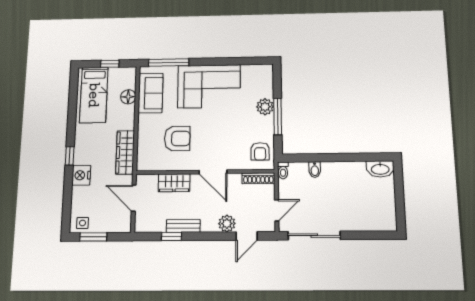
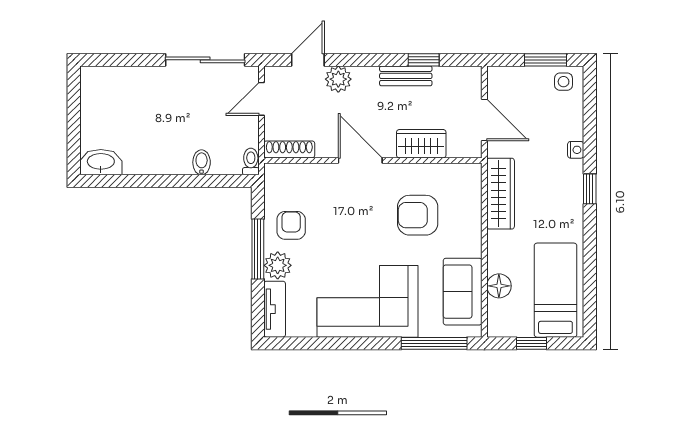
tv unit: (267, 81) -> (275, 309), added
armchair: (260, 151) -> (291, 225), moved
nightstand: (81, 175) -> (576, 150), width x0.53, depth x0.56

